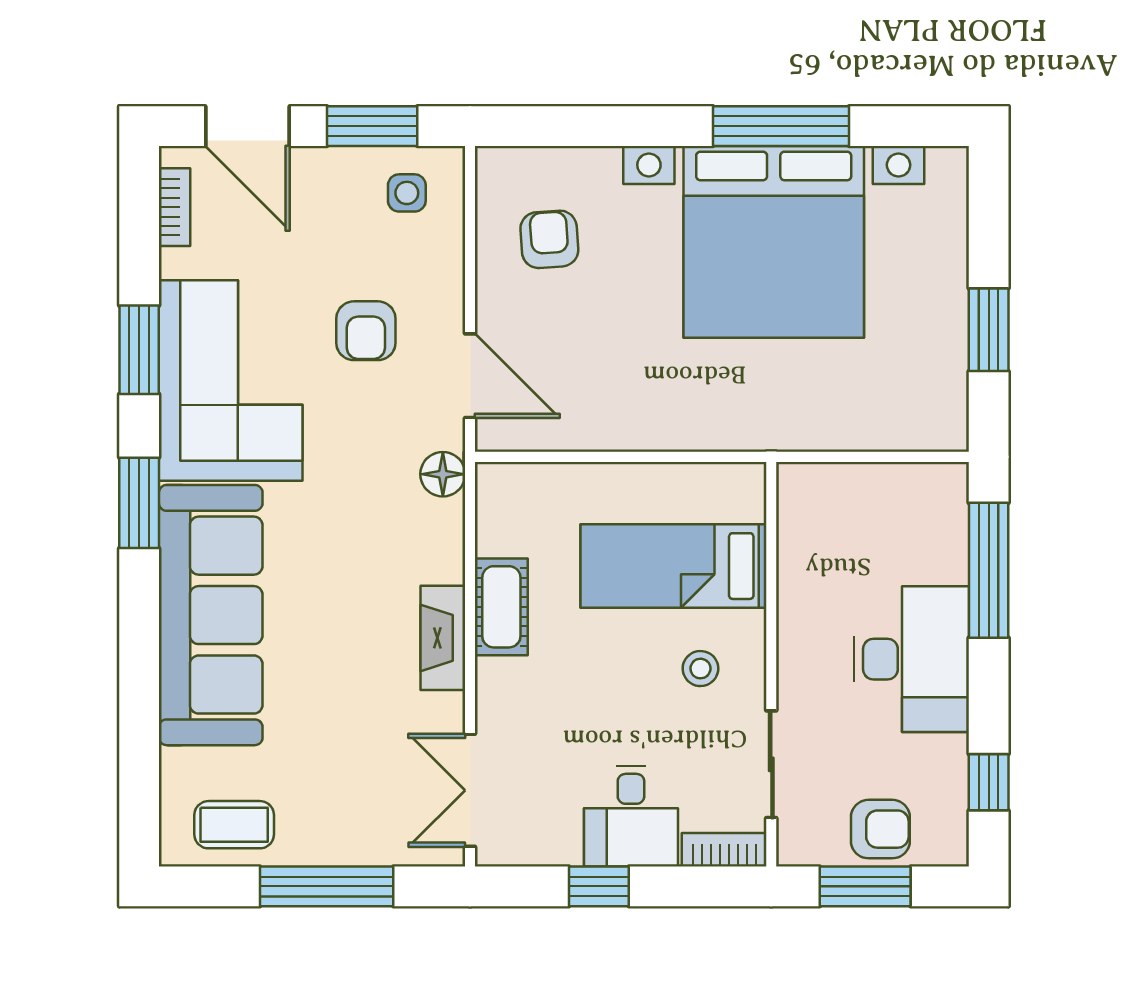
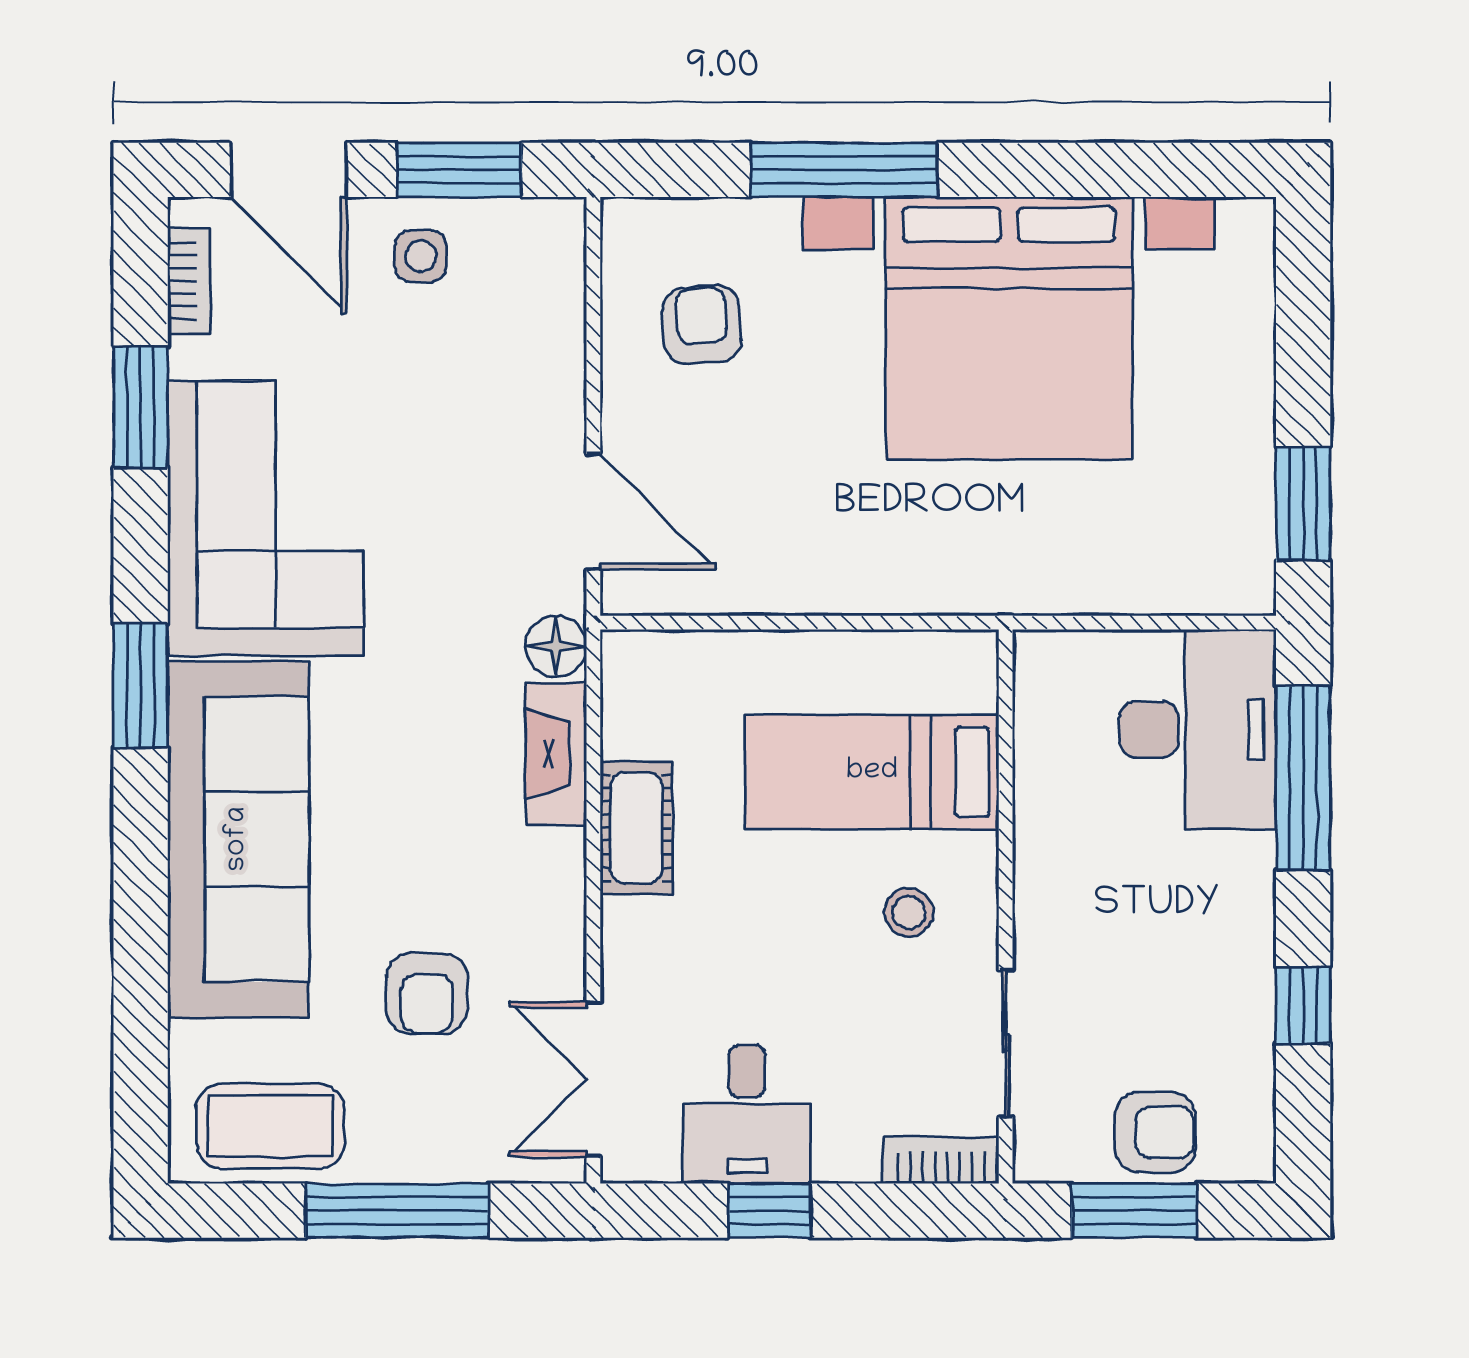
window: (781, 126) -> (844, 170), moved
side table: (407, 193) -> (421, 256), moved
window: (989, 330) -> (1303, 504), moved
armchair: (366, 331) -> (427, 994), moved
window: (139, 350) -> (141, 407), moved
fireplace: (443, 638) -> (556, 754), moved
desk: (911, 659) -> (1198, 729), moved
window: (989, 782) -> (1303, 1005), moved
desk: (631, 816) -> (747, 1114), moved
coffee table: (234, 825) -> (270, 1126), width x1.36, depth x1.30

